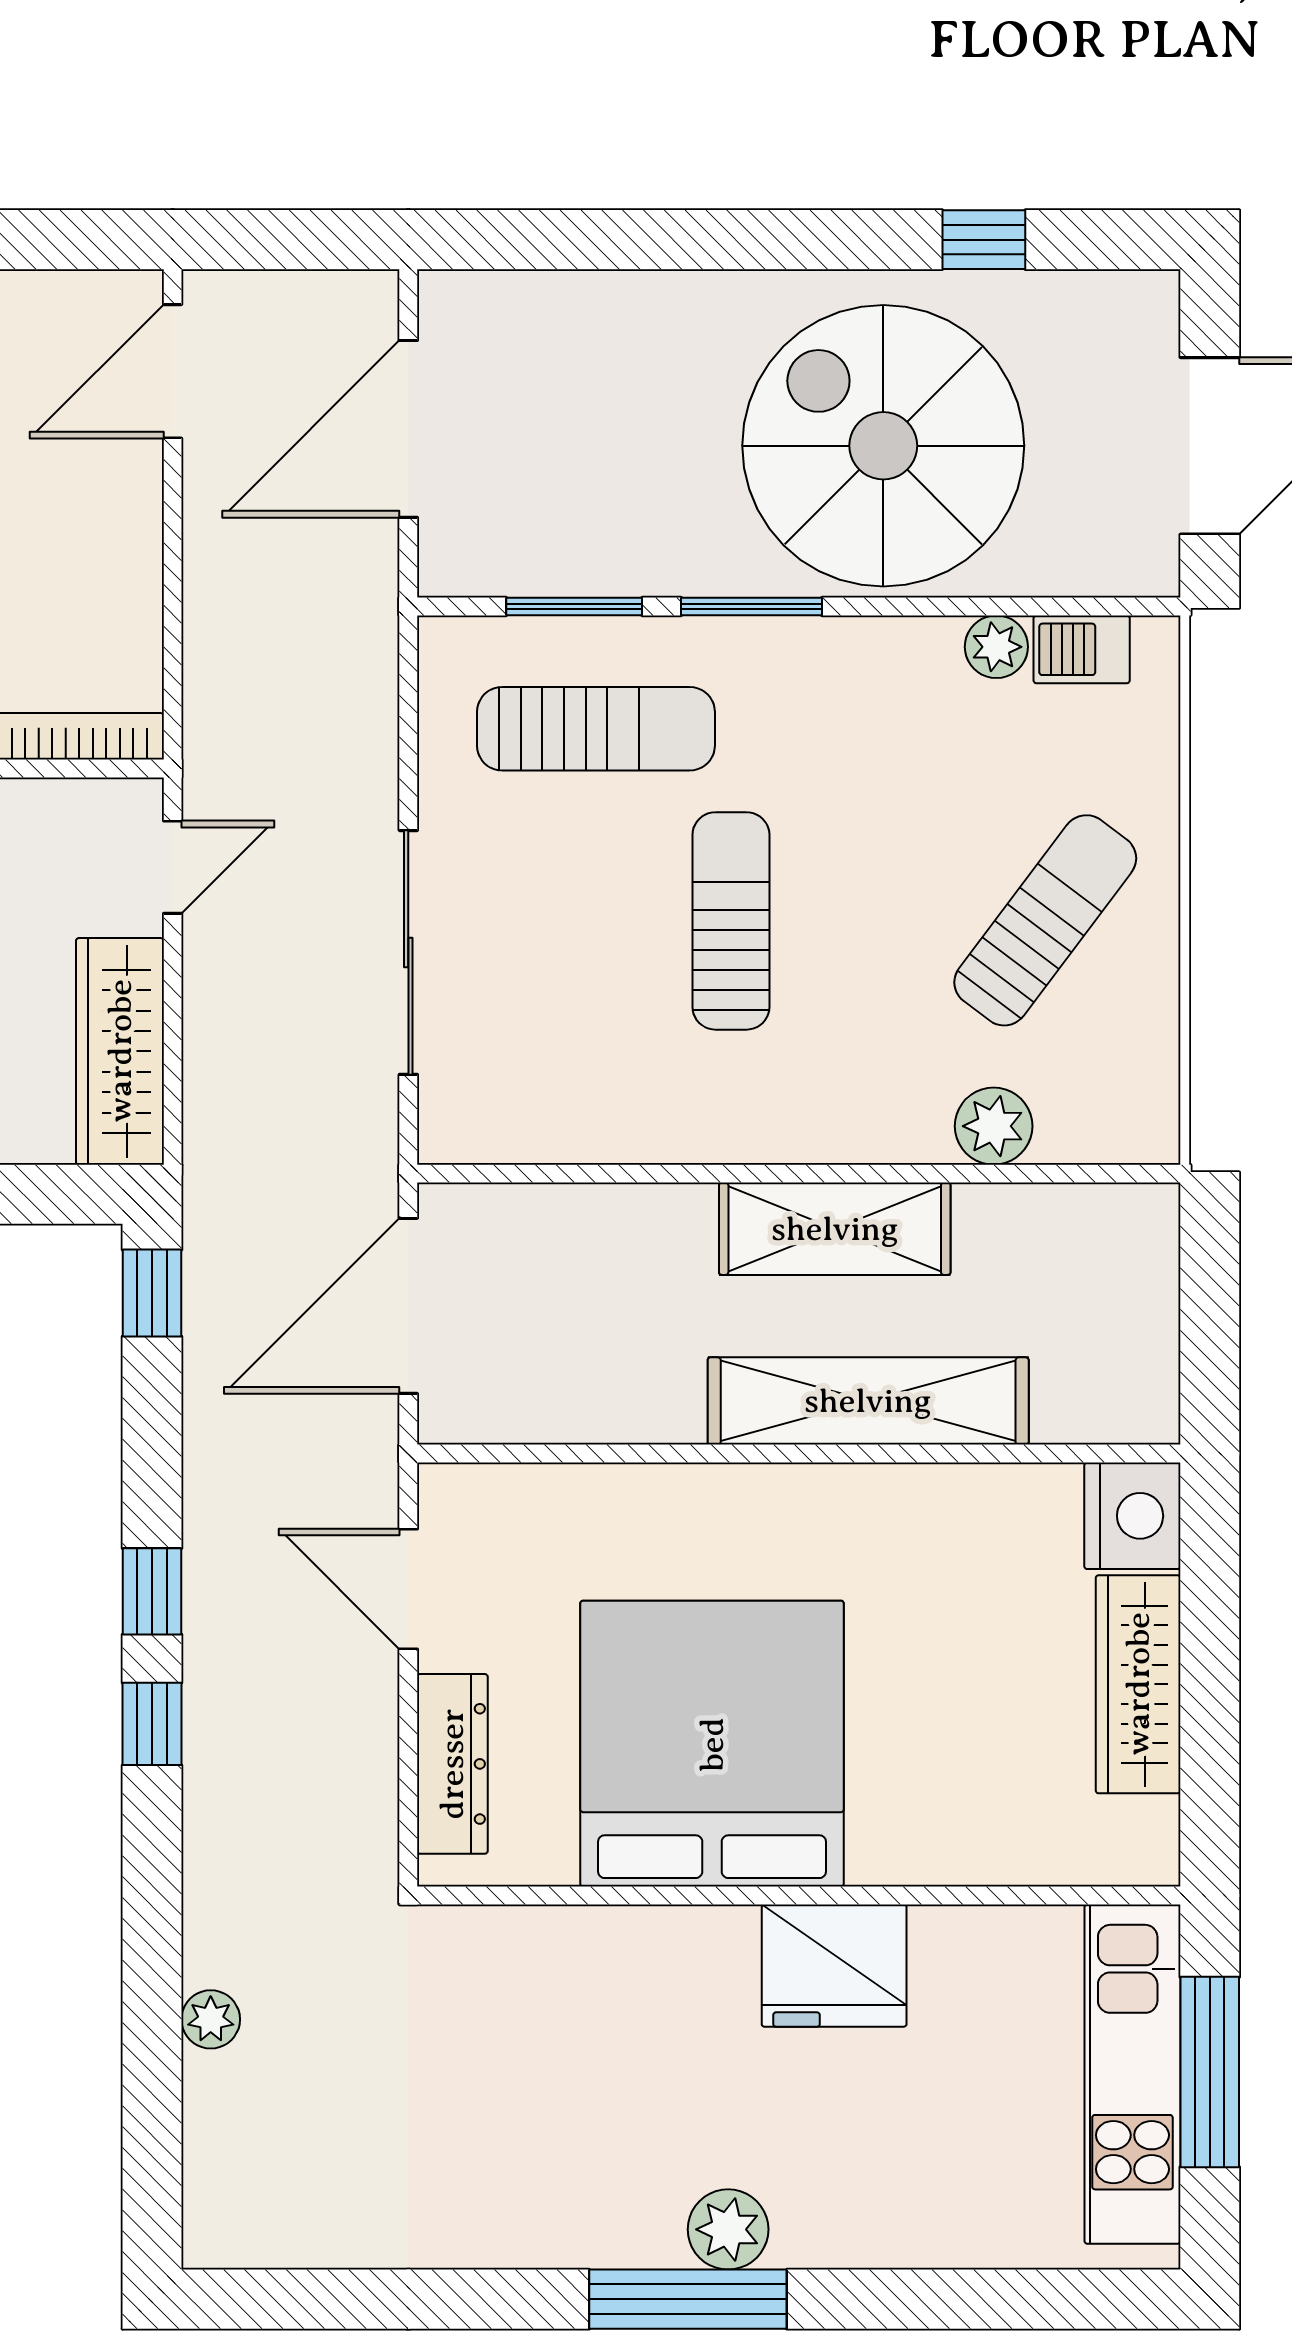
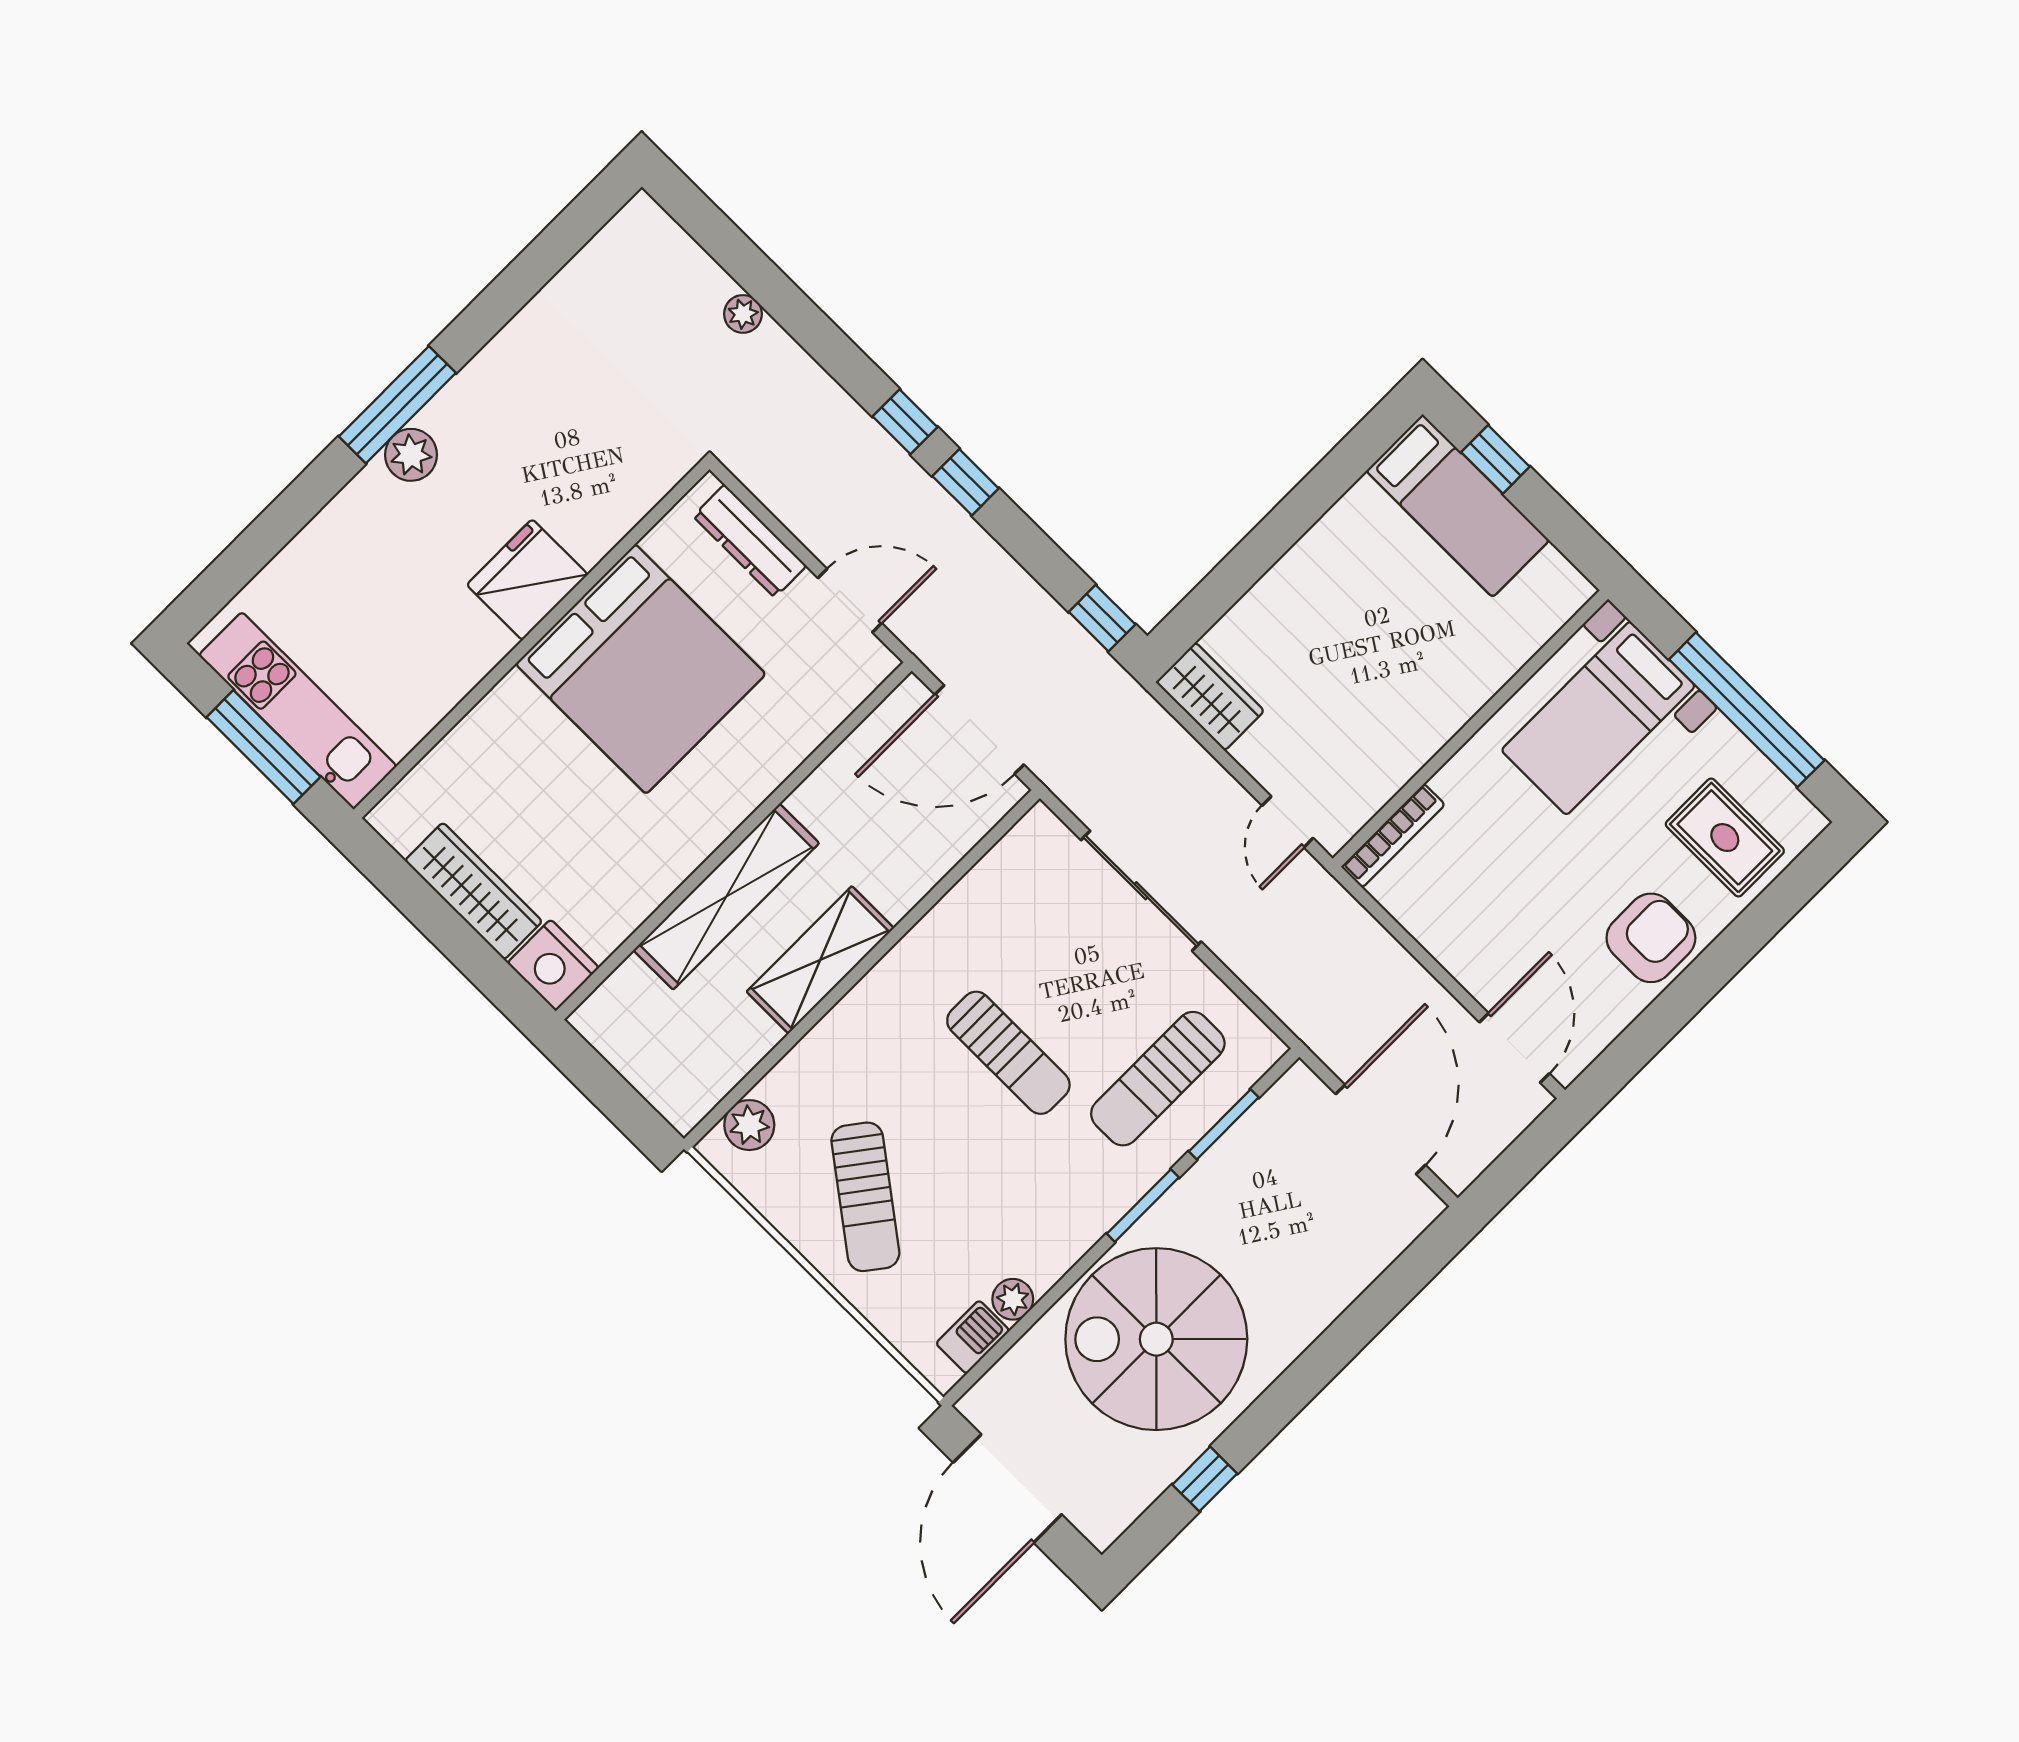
spiral stairs: (883, 446) -> (1156, 1339), turned 180
wardrobe: (120, 1051) -> (1210, 696), width x0.67
plant: (994, 1126) -> (749, 1125), moved
door: (408, 1306) -> (979, 730), swing flipped
fridge: (834, 1966) -> (527, 580), moved

